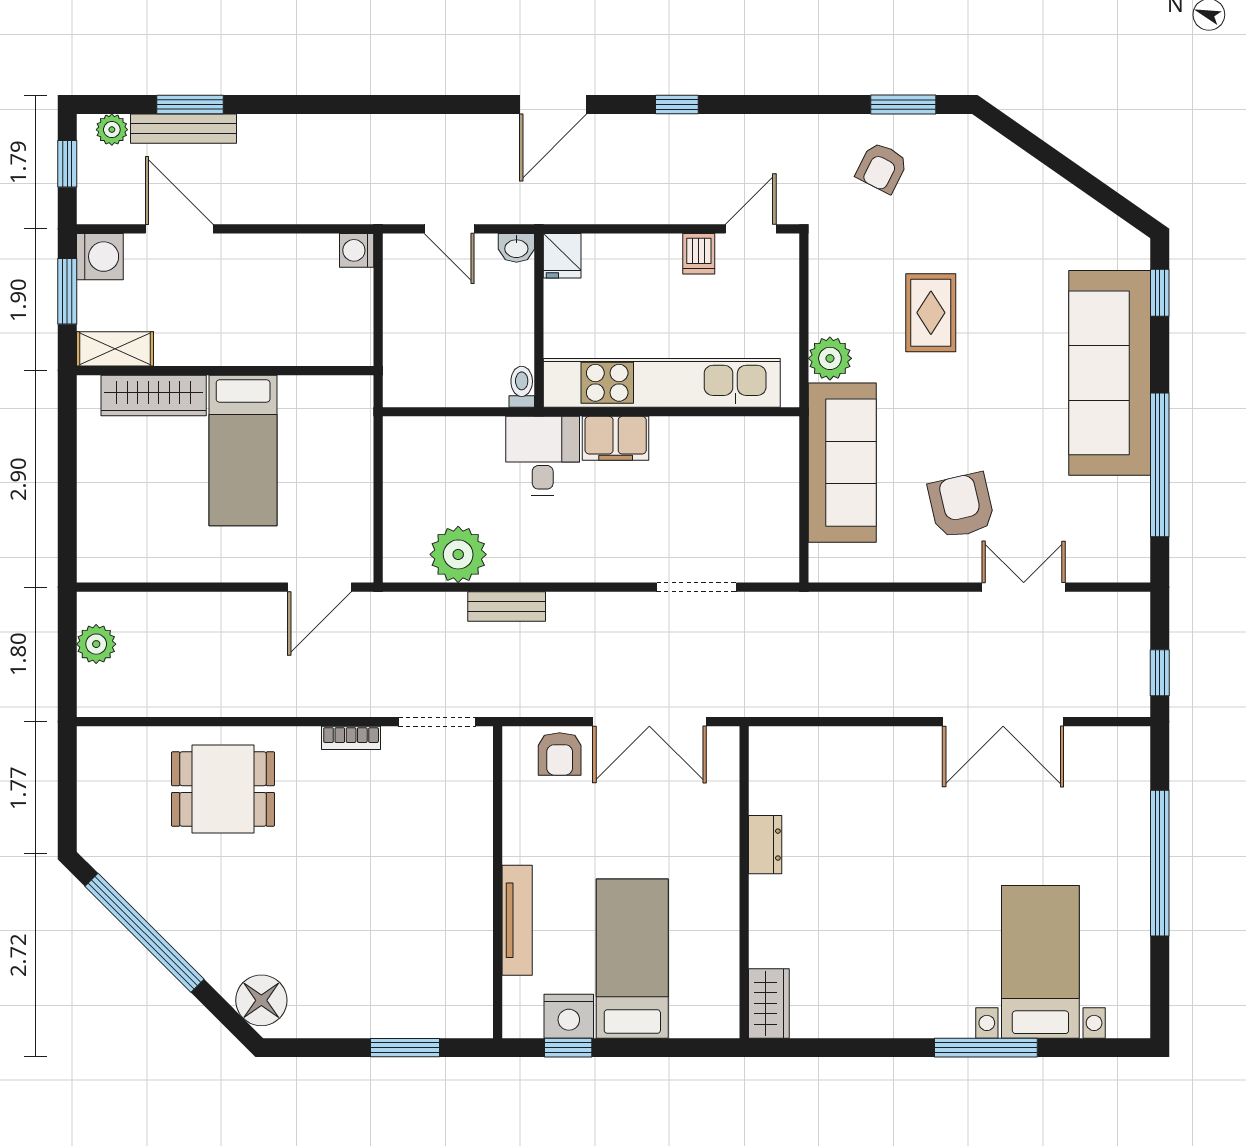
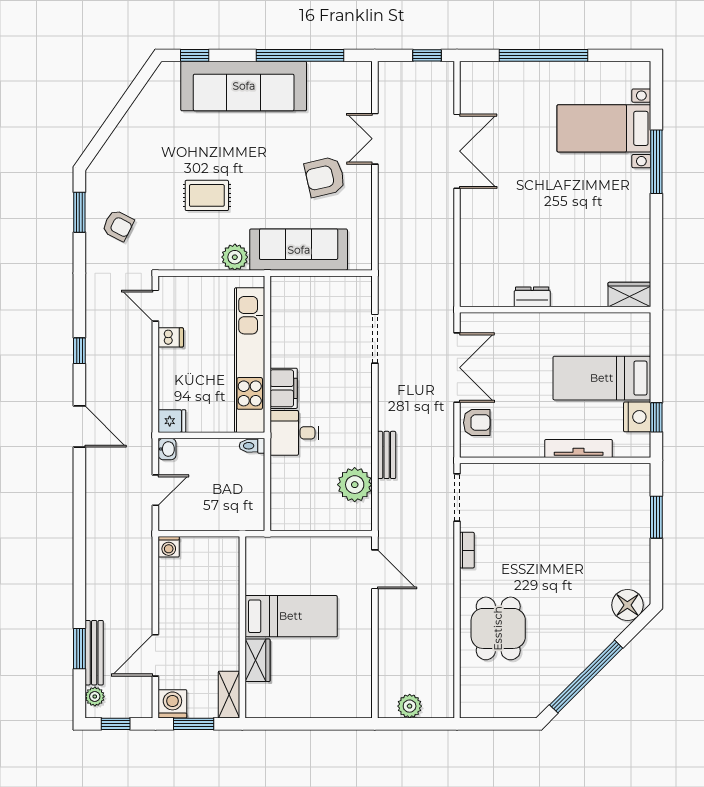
wardrobe: (154, 395) -> (257, 660), width x0.67

